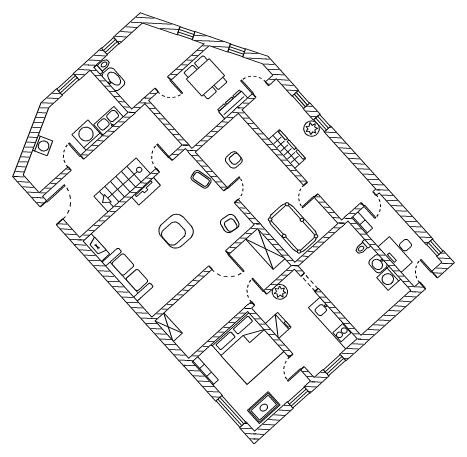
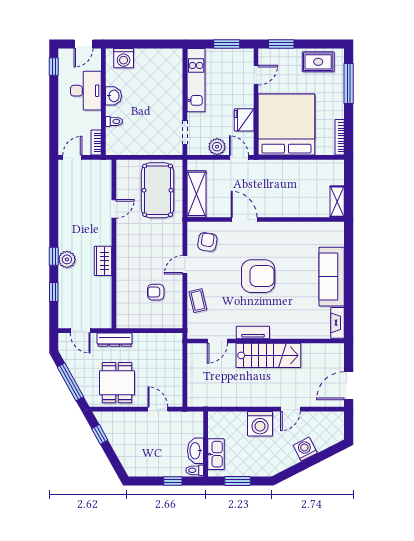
window: (237, 50) -> (70, 382), width x2.17
kitchen sink: (109, 121) -> (216, 454), moved, turned -90
wardrobe: (287, 149) -> (103, 261), width x0.67
washing machine: (389, 278) -> (124, 58), moved, turned 90
door: (259, 298) -> (239, 157), swing flipped

